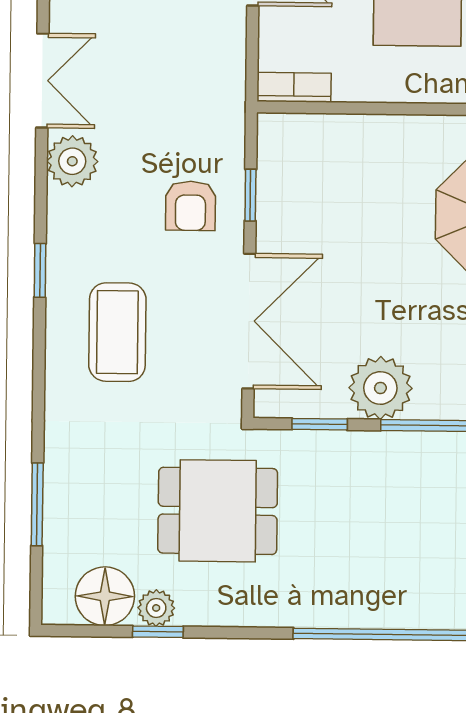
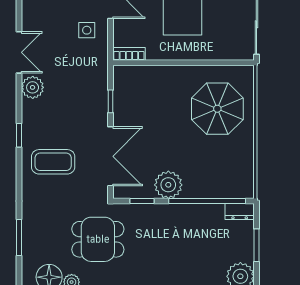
side table: (198, 32) -> (87, 30), added
armchair: (190, 206) -> (84, 106), removed
coffee table: (117, 332) -> (53, 162), turned 90

